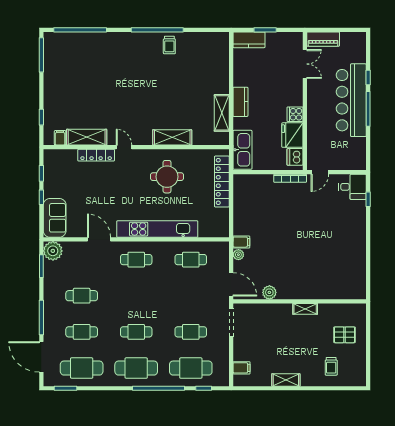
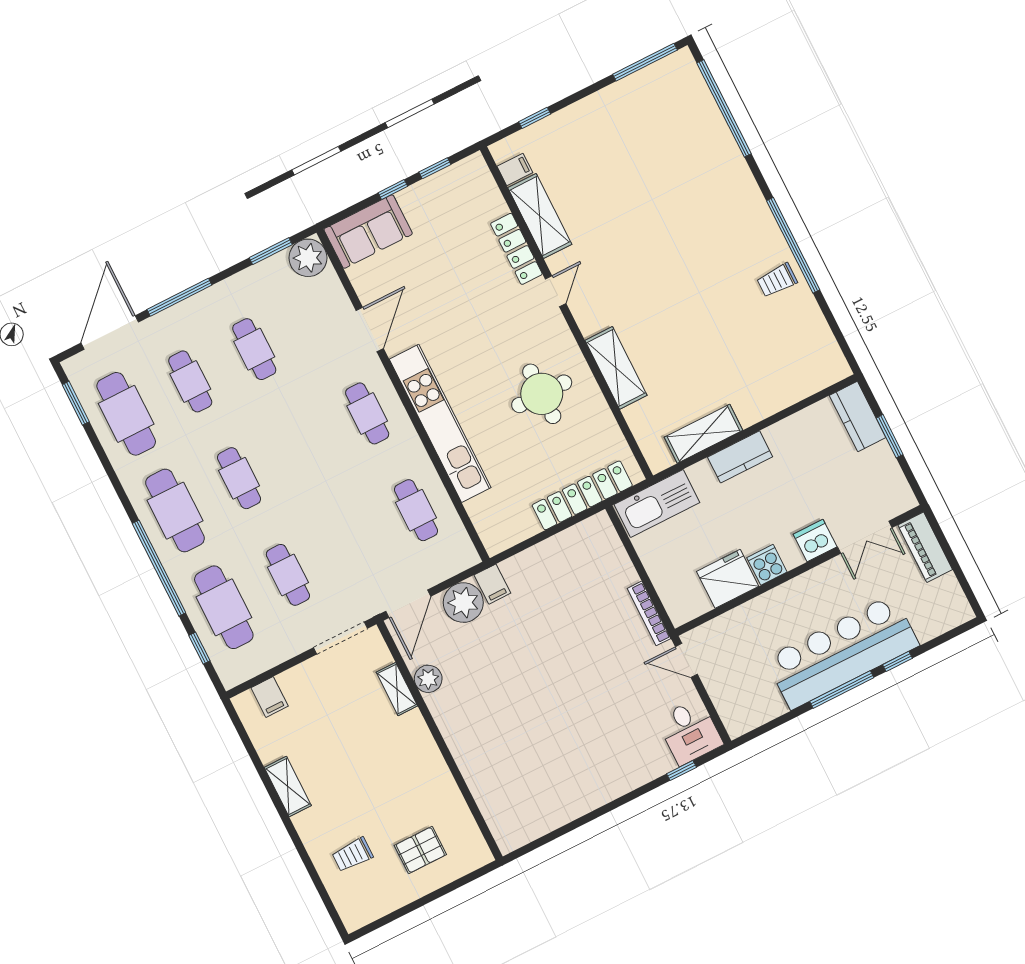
dishwasher: (295, 157) -> (815, 540), moved
plant: (238, 255) -> (463, 603), width x1.88, depth x1.88
shelving: (305, 309) -> (397, 689), moved
pallet: (345, 335) -> (420, 850), turned 90

